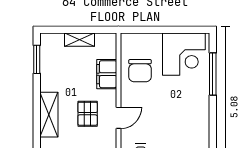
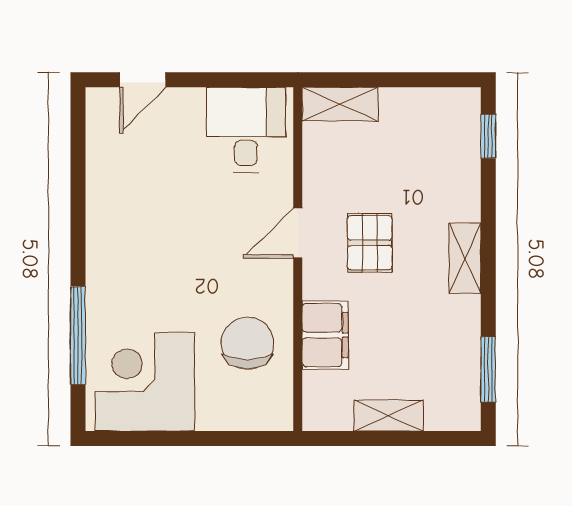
shelving: (49, 115) -> (465, 258), width x0.67, depth x0.75

